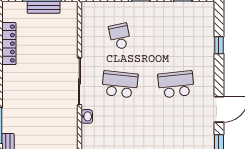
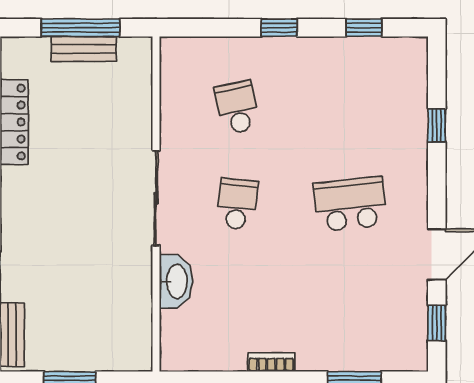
school desk: (120, 84) -> (237, 204), width x0.54
washbasin: (87, 116) -> (176, 282), width x1.91, depth x1.45

